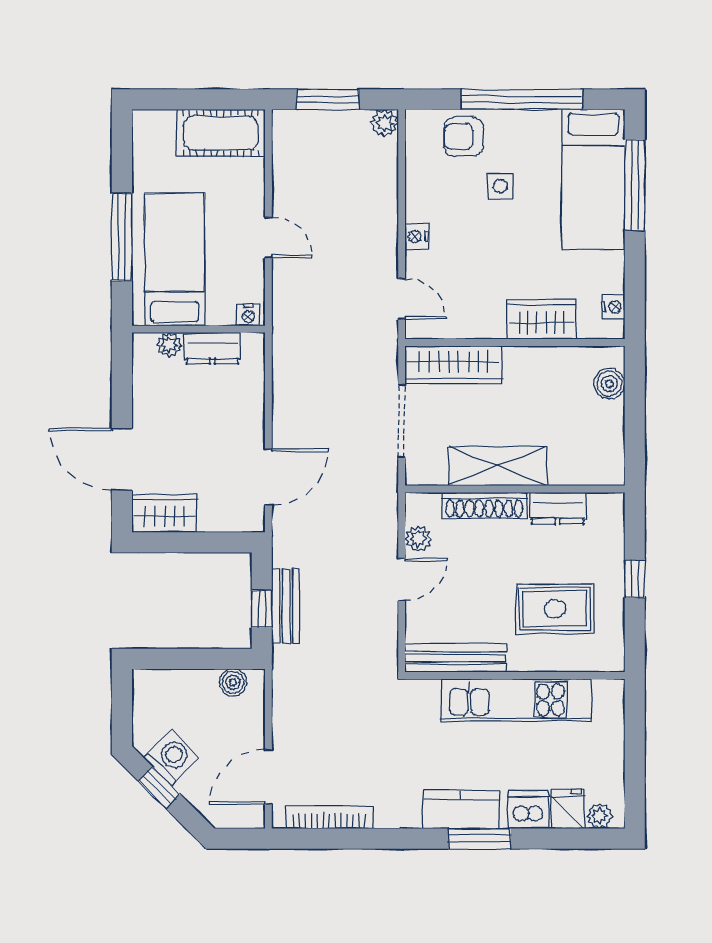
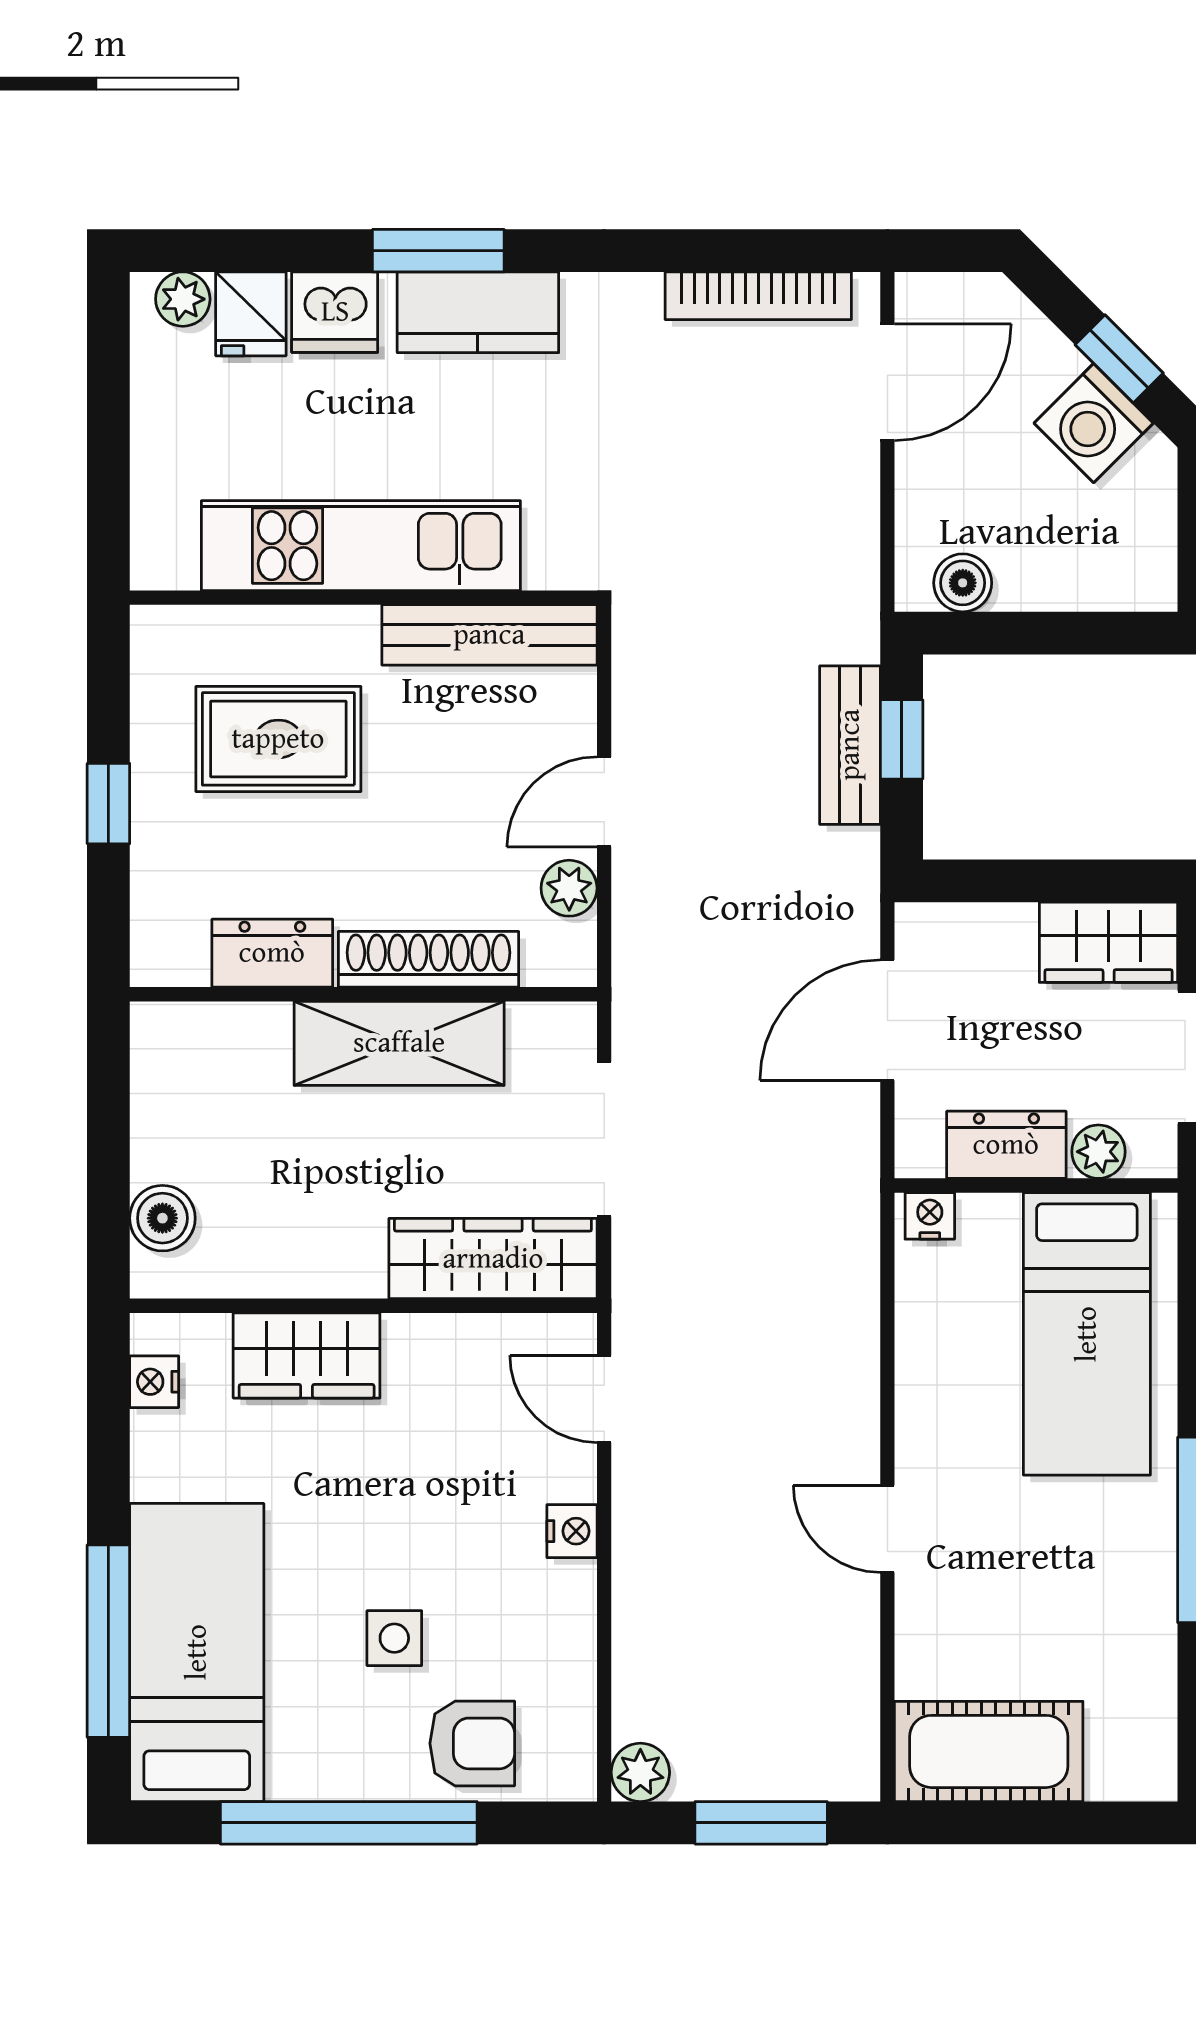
bed: (175, 259) -> (1087, 1334), moved
nightstand: (248, 315) -> (930, 1216), moved
wall: (198, 329) -> (1036, 1185), moved
plant: (169, 345) -> (1098, 1152), moved
dresser: (212, 348) -> (1006, 1145), moved

